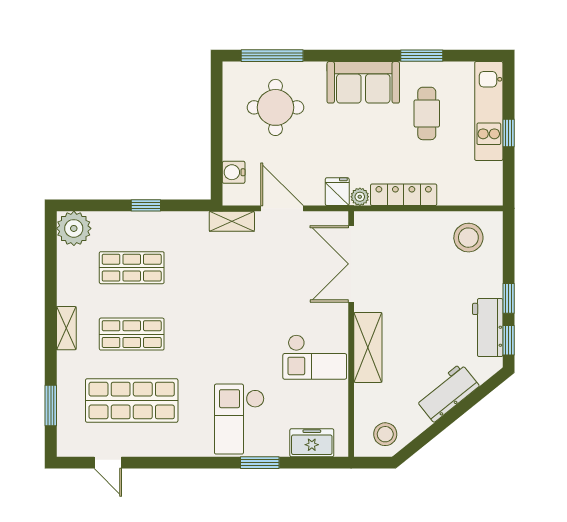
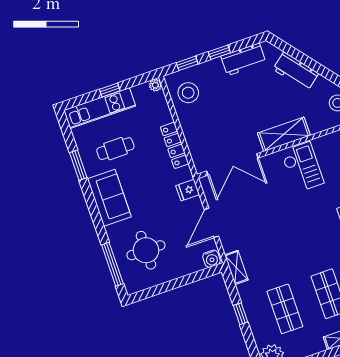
water cooler: (234, 172) -> (212, 259), moved
plant: (360, 197) -> (155, 85), moved
shelving: (232, 221) -> (236, 267), moved
window: (509, 340) -> (187, 63), moved

